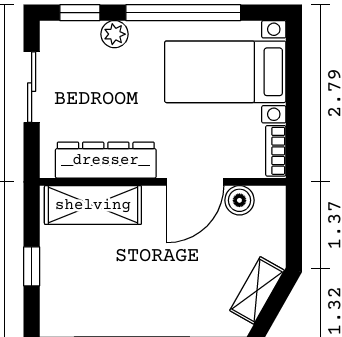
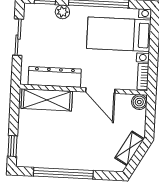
door: (195, 182) -> (100, 91), hinge flipped
boiler: (239, 200) -> (139, 102), moved
window: (32, 266) -> (13, 146), moved

